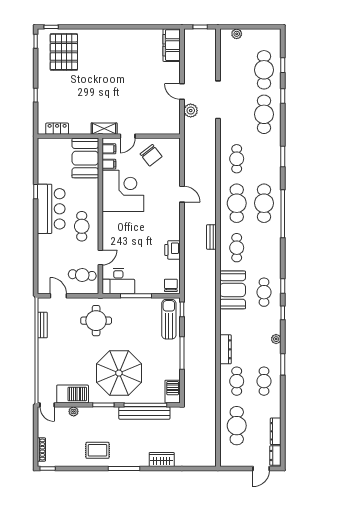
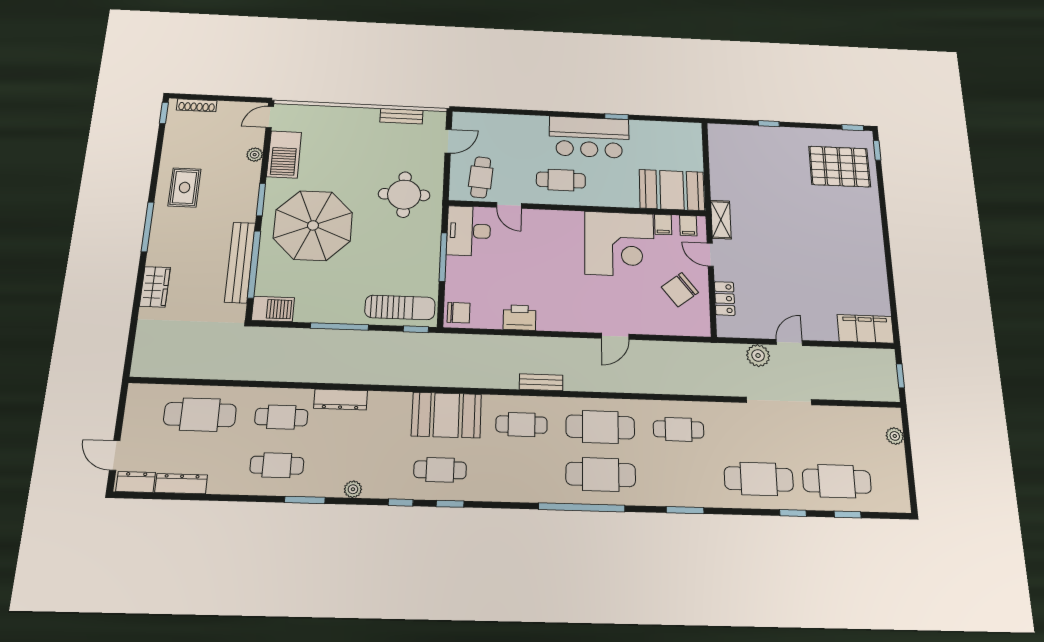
locker: (57, 129) -> (725, 298), moved

